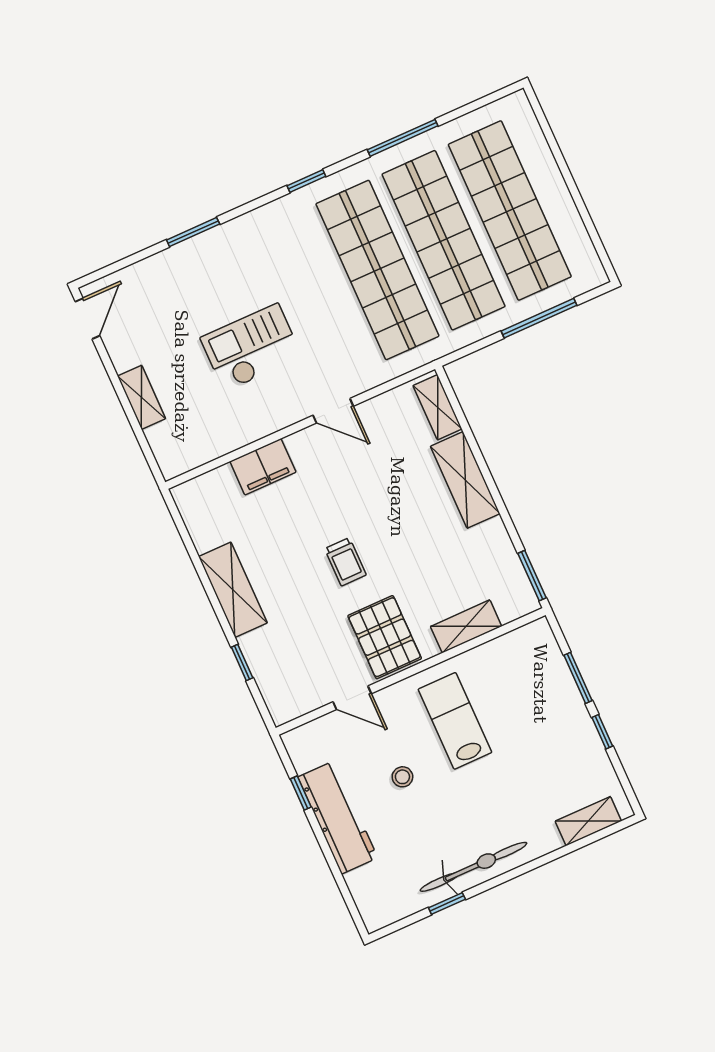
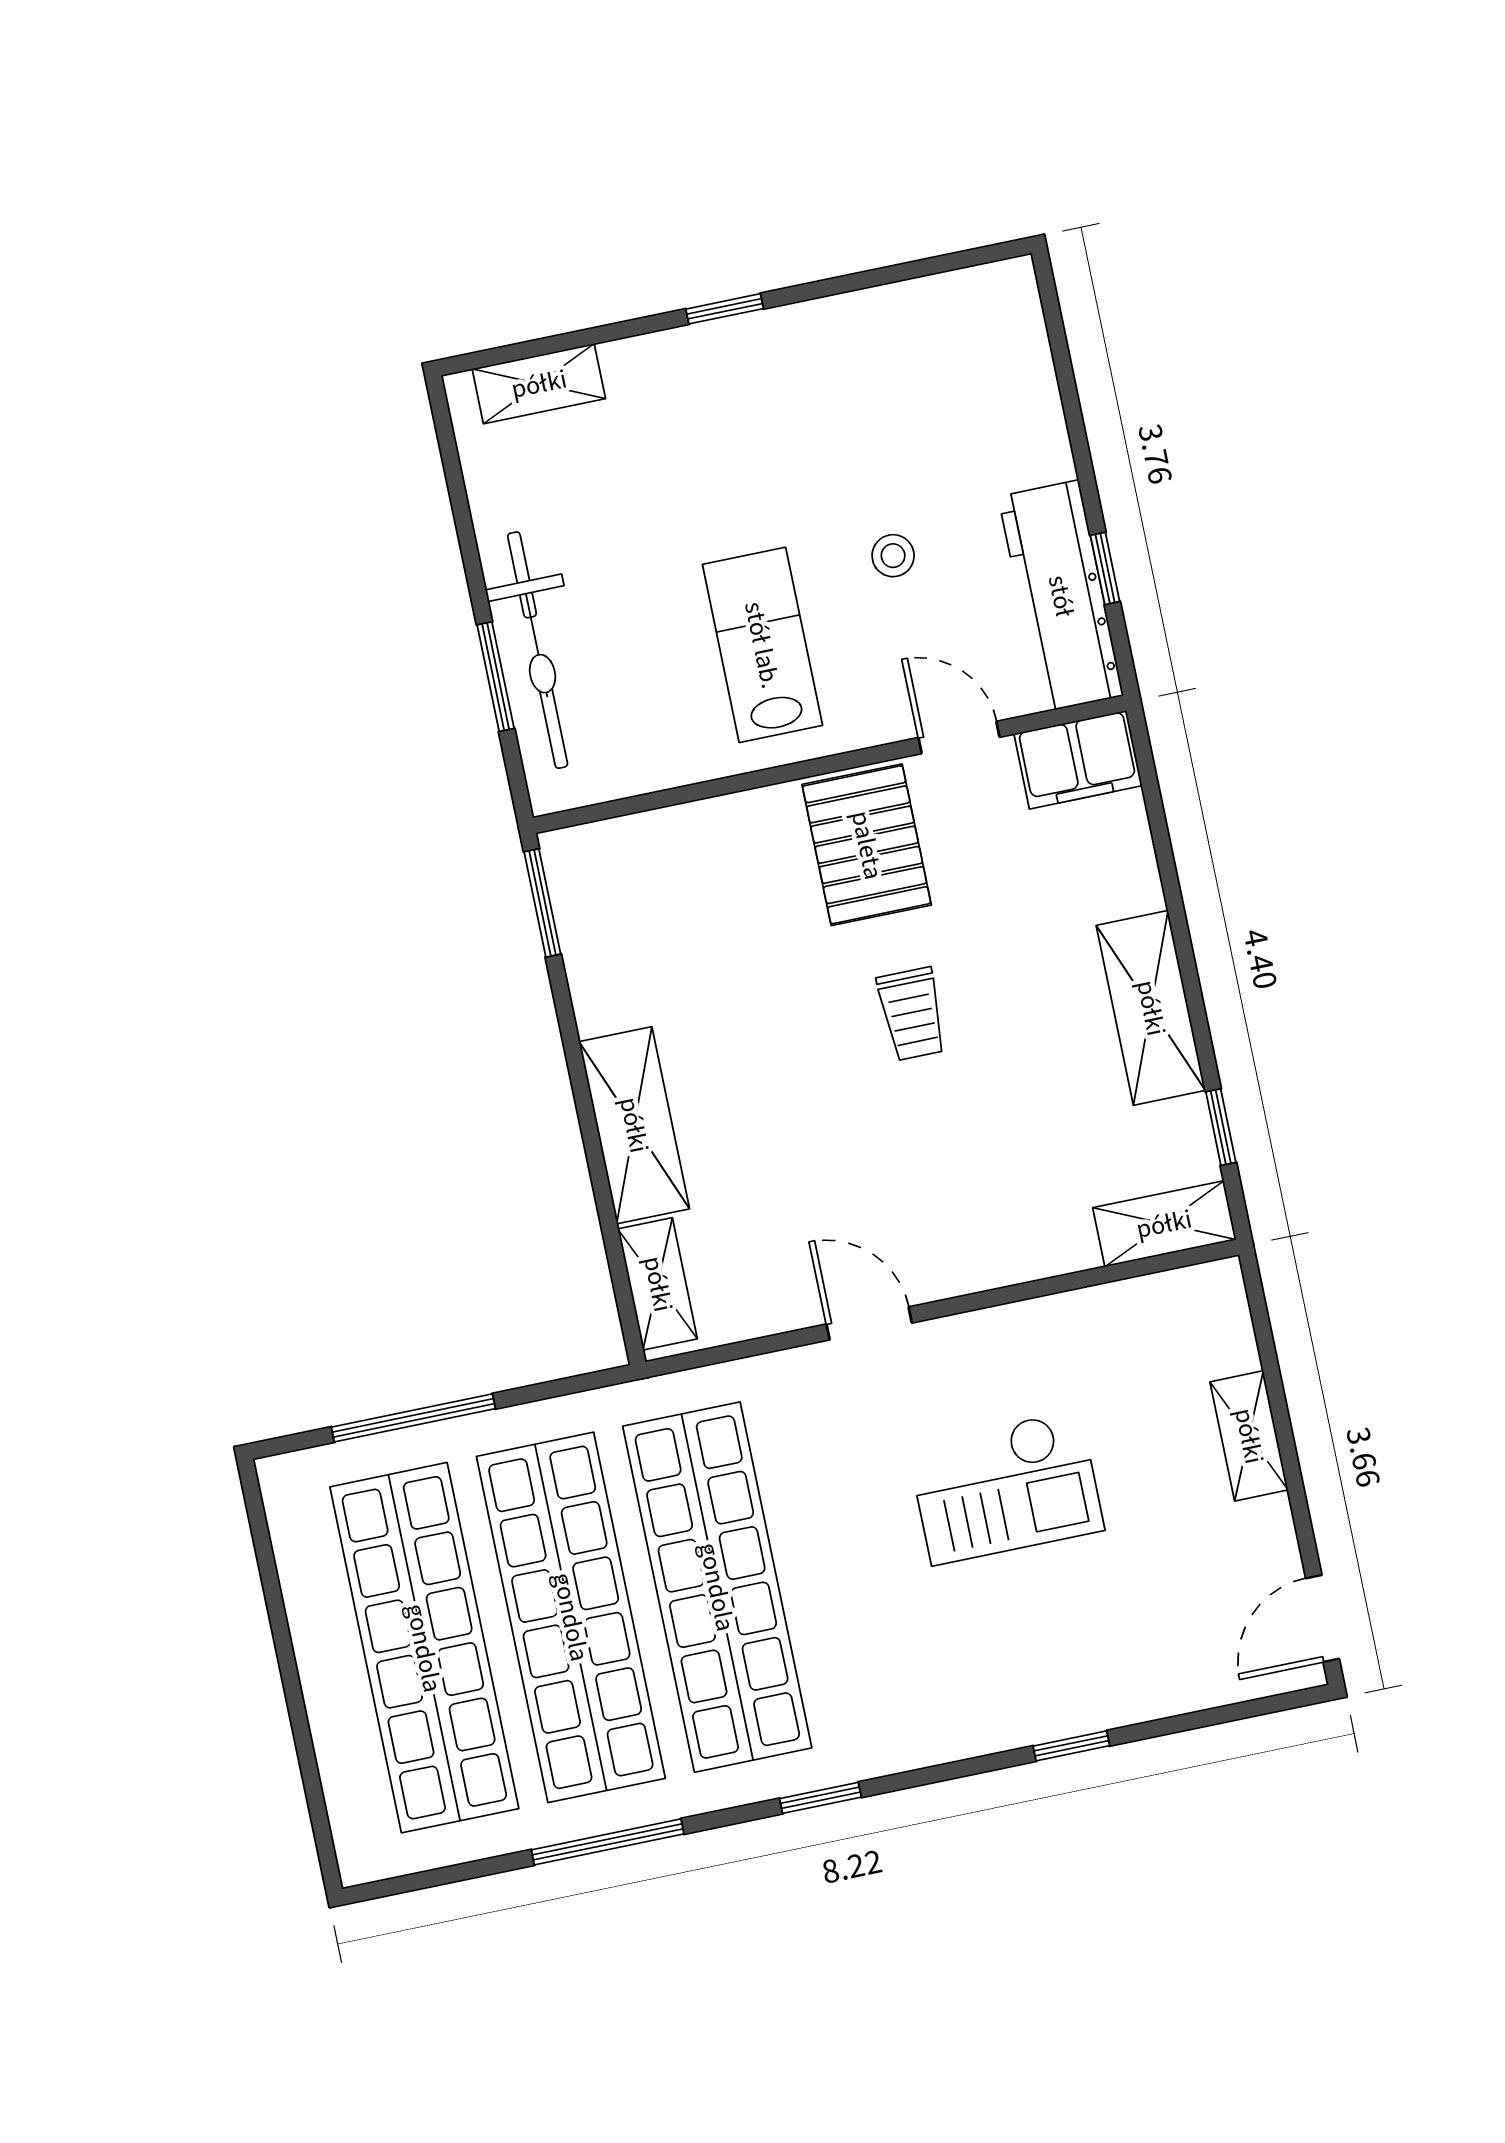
window: (193, 232) -> (1071, 1746), width x0.67
filing cabinet: (263, 467) -> (1078, 760), moved, turned 180
trolley: (345, 562) -> (912, 1014), turned 180
shelving: (466, 626) -> (1164, 1224), moved
window: (242, 663) -> (1221, 1127), moved
lab bench: (455, 721) -> (762, 645), turned 180
window: (602, 732) -> (471, 557), removed
workbench: (338, 817) -> (1061, 596), moved
bicycle: (474, 867) -> (538, 650), moved, turned -90
window: (447, 904) -> (725, 309), moved

